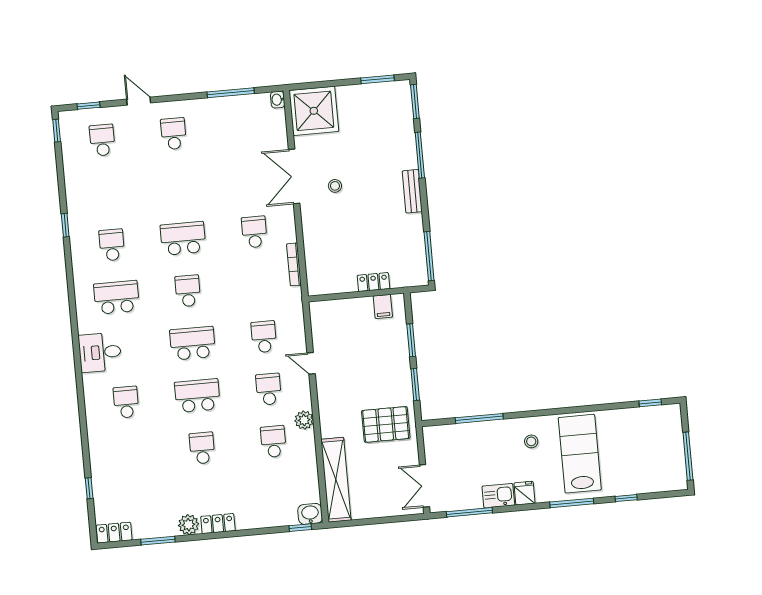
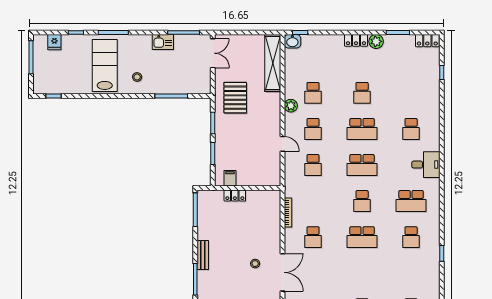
pallet: (386, 424) -> (235, 98), turned 90
lab bench: (580, 454) -> (105, 66), turned 180
fridge: (525, 493) -> (54, 42), moved

